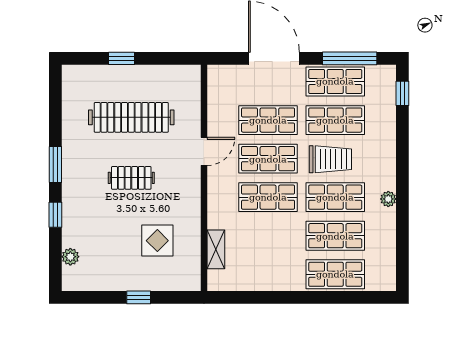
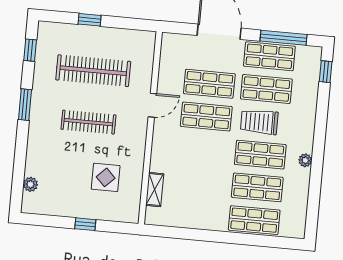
trolley: (330, 159) -> (259, 122), turned 180
clothes rail: (131, 178) -> (88, 122), width x1.36
shop shelf: (268, 197) -> (203, 149), removed
window: (55, 215) -> (30, 50), moved

